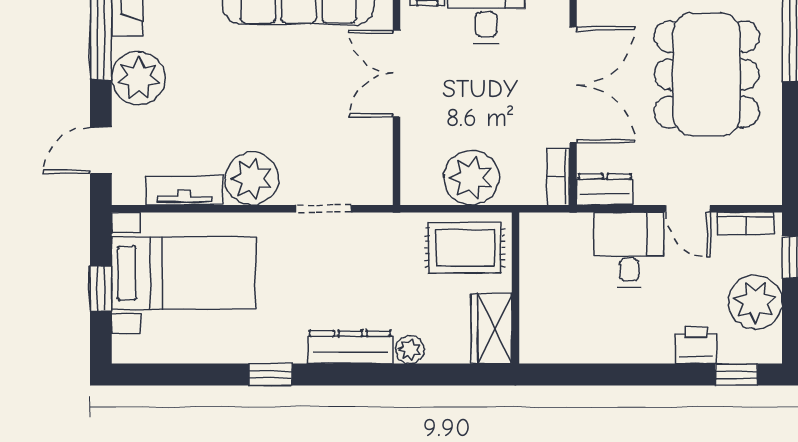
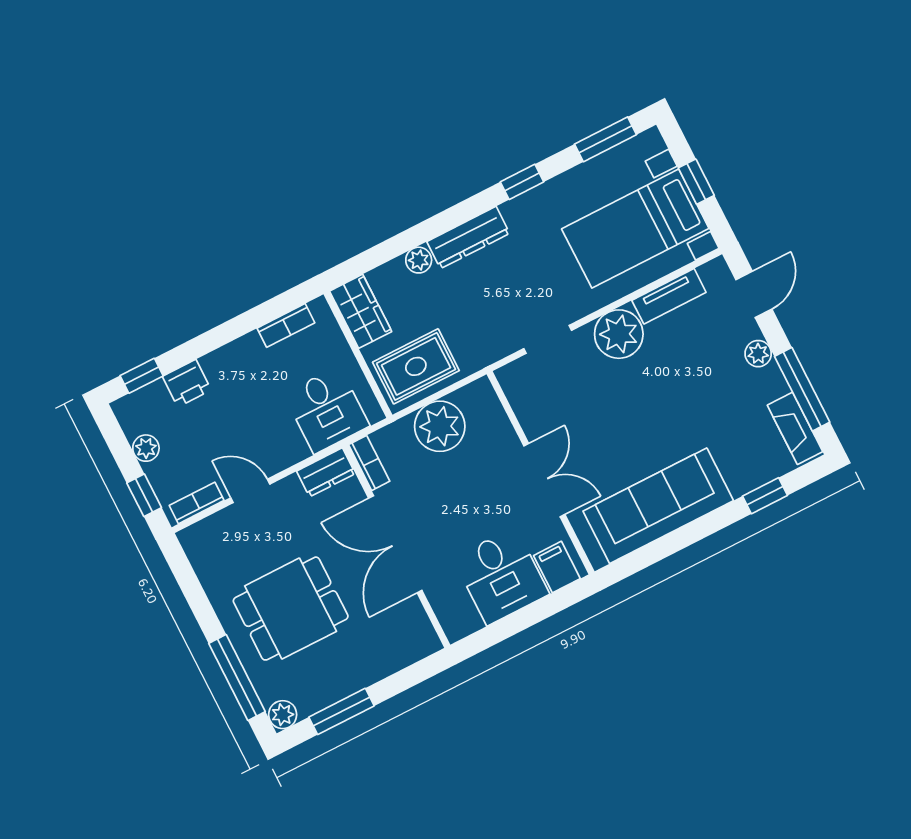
dining table: (707, 74) -> (291, 609), width x0.73
plant: (138, 78) -> (758, 354), width x0.53, depth x0.53
desk: (629, 250) -> (327, 410), moved
plant: (755, 302) -> (146, 448), width x0.53, depth x0.53
bookcase: (571, 352) -> (286, 325), added
window: (168, 375) -> (606, 139), added

